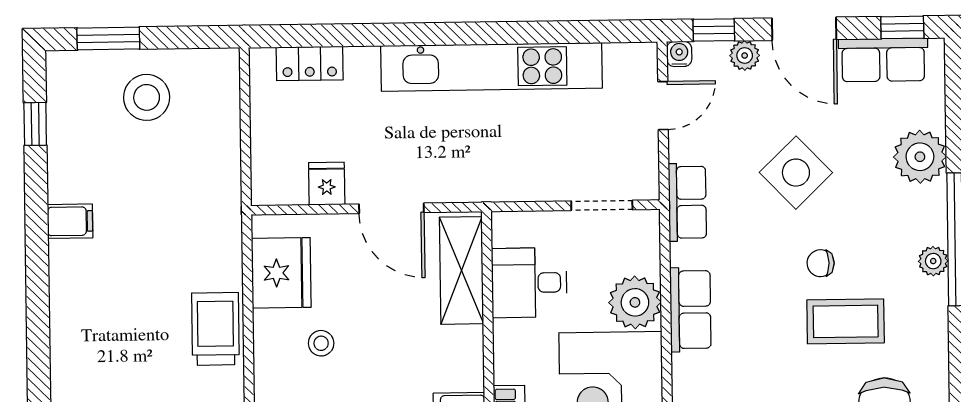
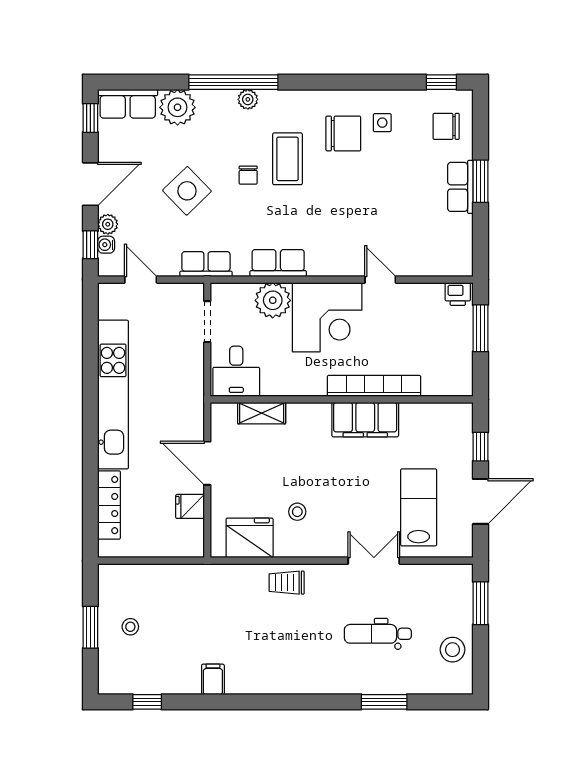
window: (108, 38) -> (90, 627), moved
water cooler: (679, 54) -> (106, 245), moved
row of seats: (883, 60) -> (128, 104), moved, turned 90
locker: (310, 63) -> (109, 505), width x1.53
stool: (147, 97) -> (130, 627), width x0.53, depth x0.53
door: (391, 208) -> (207, 463), swing flipped
shelving: (461, 270) -> (262, 413), width x0.67, depth x0.75
desk: (529, 283) -> (236, 371), moved
trolley: (215, 329) -> (287, 583), width x0.73, depth x0.72

